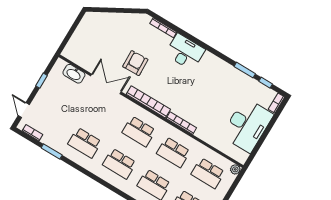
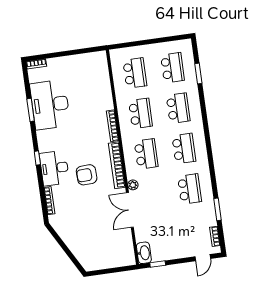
armchair: (135, 63) -> (87, 175), moved
washbasin: (74, 74) -> (144, 253), moved
window: (41, 81) -> (158, 264), moved
window: (266, 83) -> (37, 158), moved
desk: (247, 125) -> (50, 105), moved, turned -90
plant: (235, 169) -> (133, 185), moved

